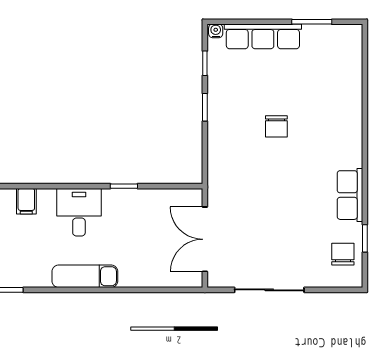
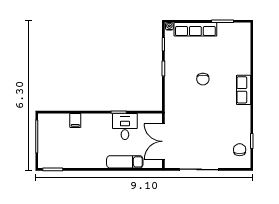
row of seats: (350, 195) -> (244, 90), moved
filing cabinet: (26, 201) -> (75, 120), moved
desk: (79, 212) -> (125, 126), moved
exam couch: (85, 276) -> (125, 162), moved

